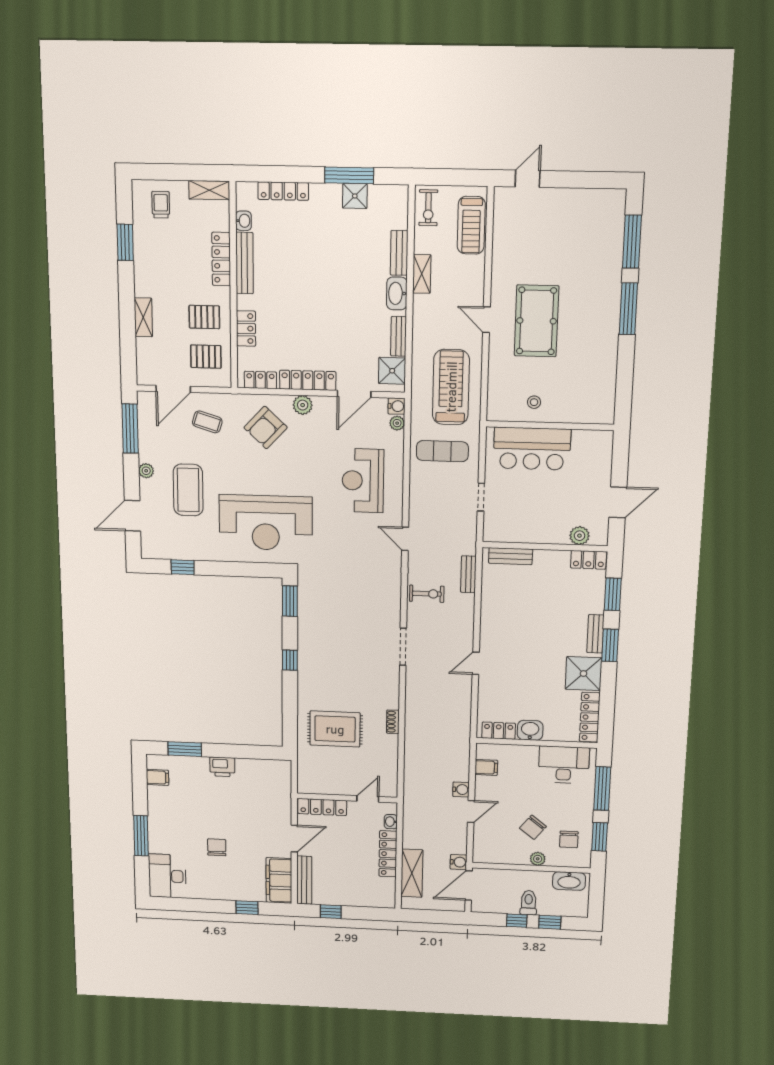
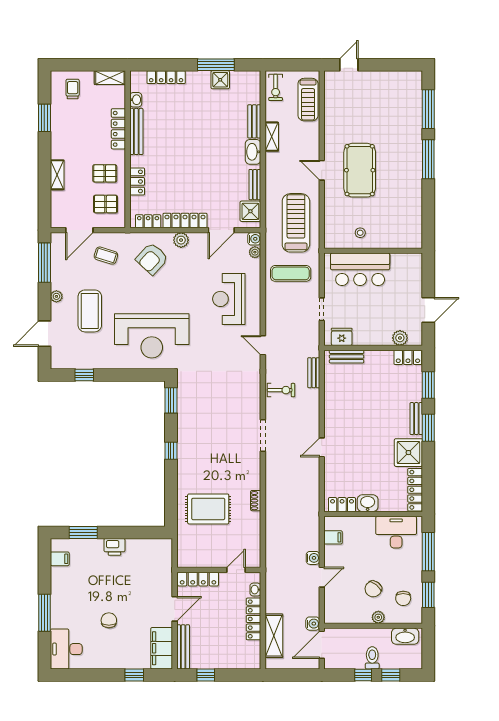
fridge: (505, 532) -> (342, 337), added

